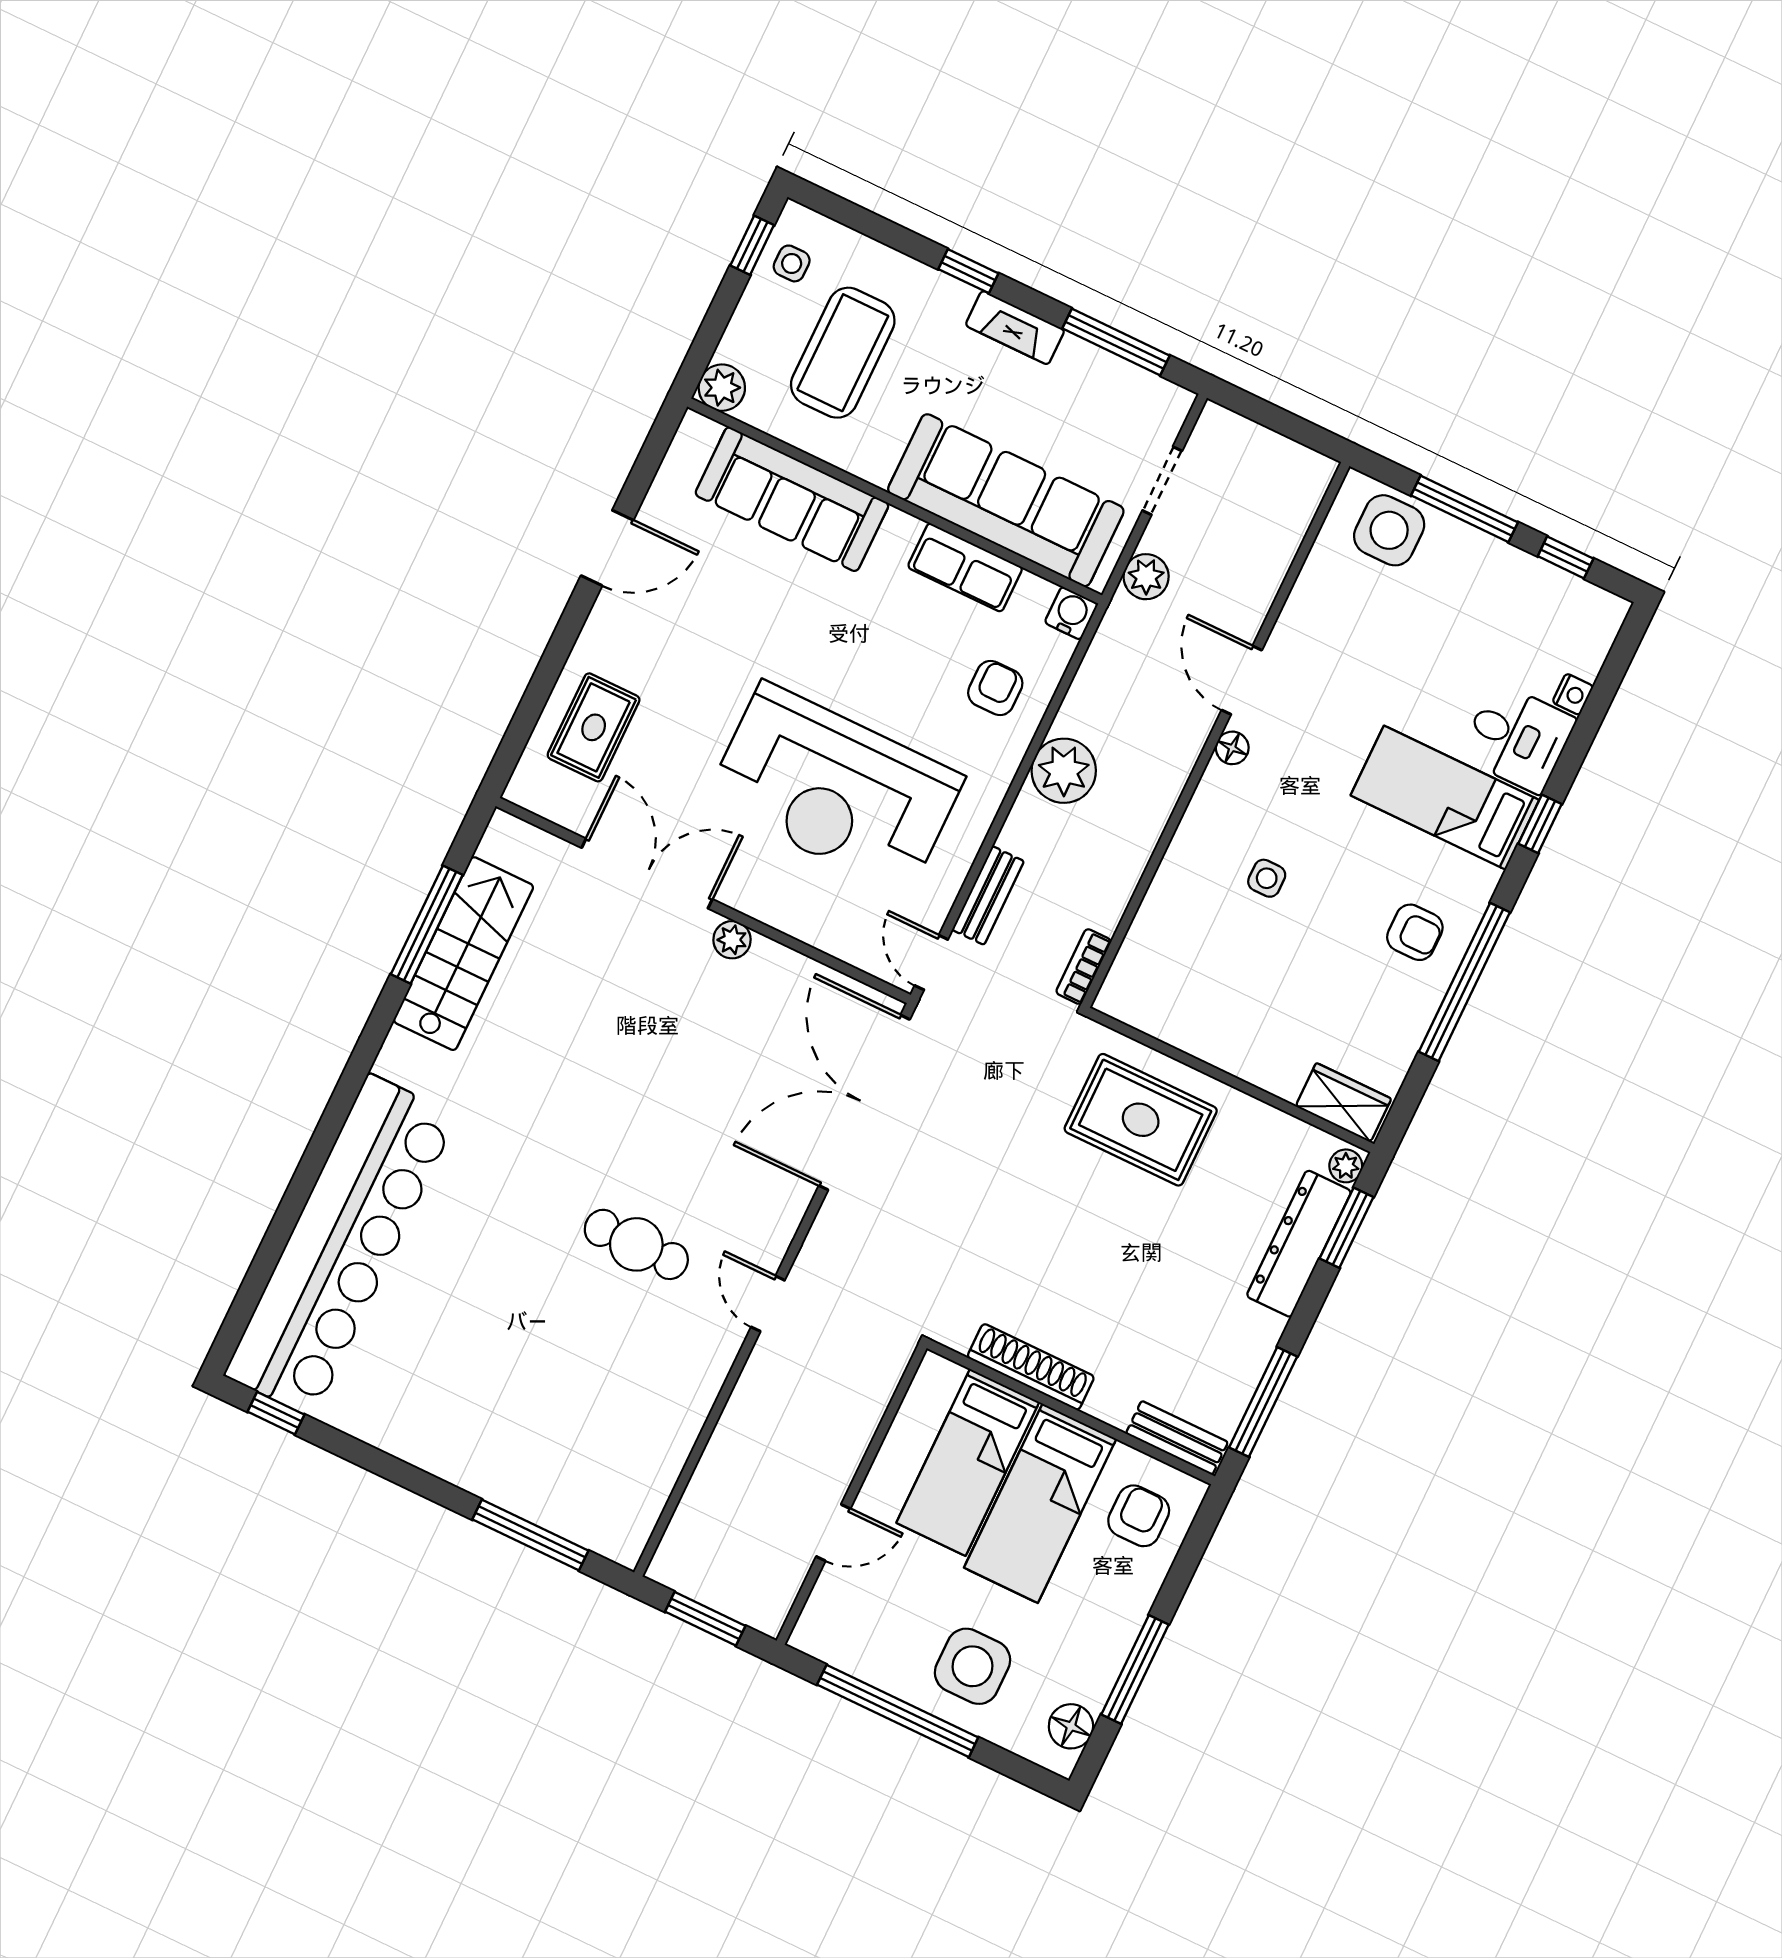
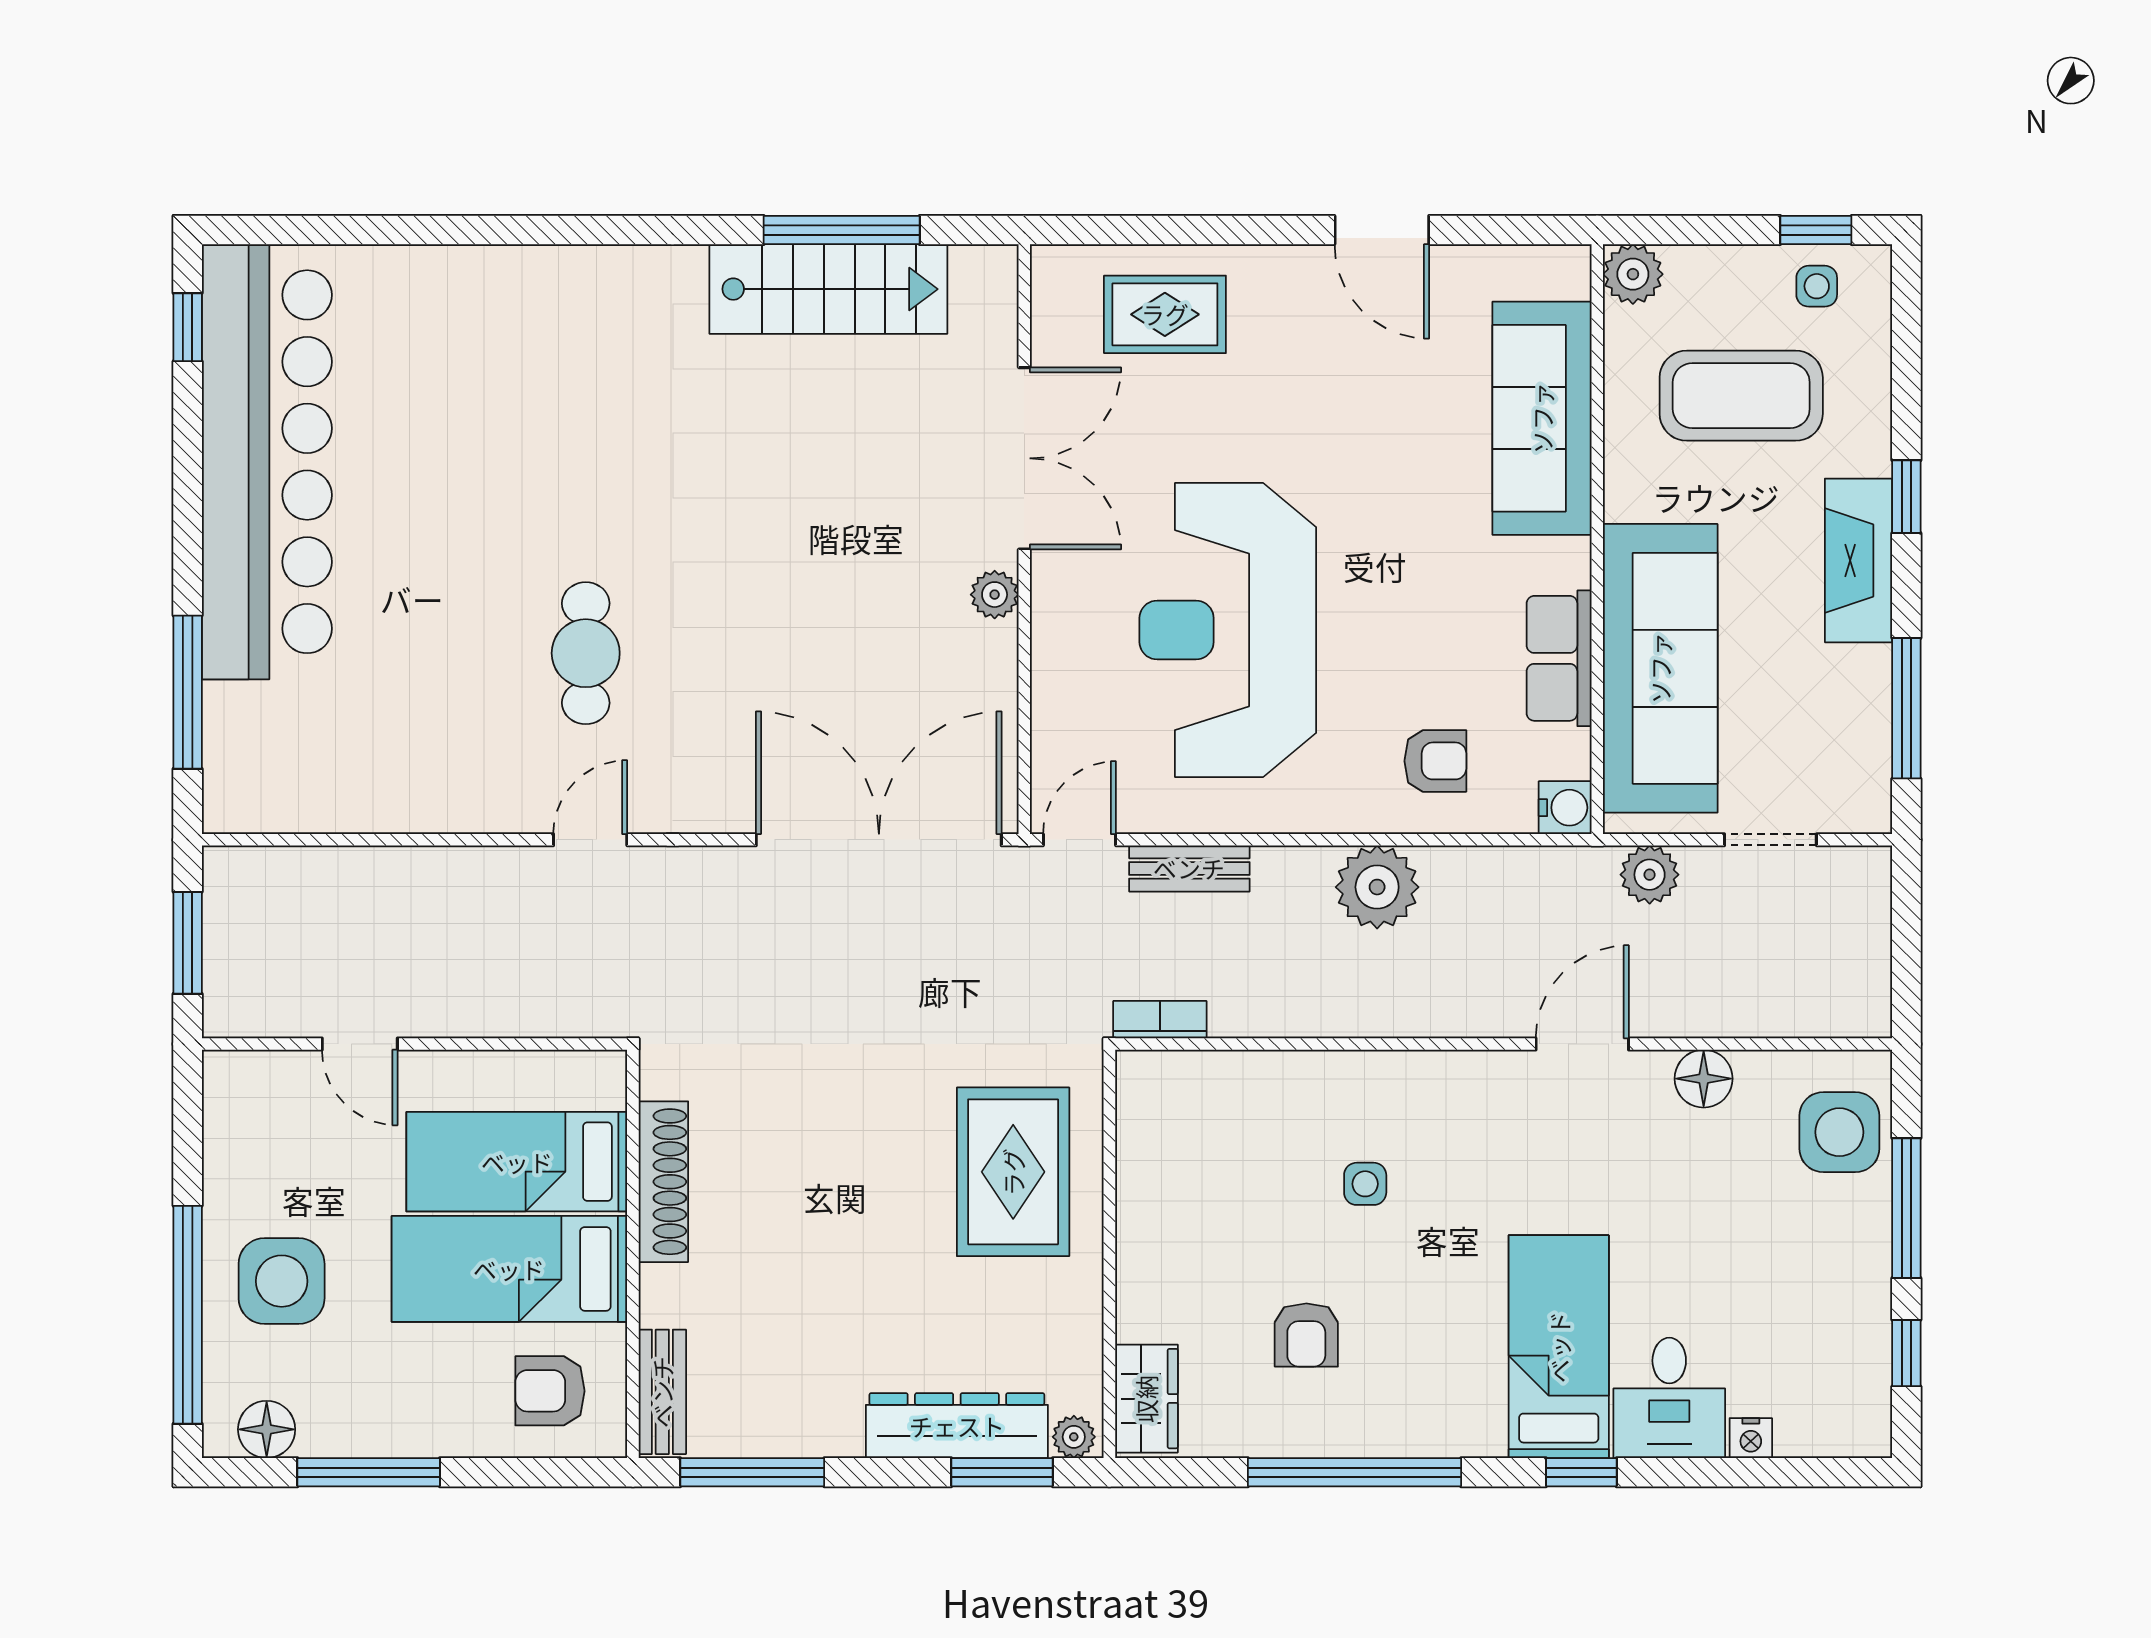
fireplace: (1015, 328) -> (1859, 560), width x1.37, depth x1.32
floor lamp: (1232, 748) -> (1704, 1079), moved, width x1.37, depth x1.37
armchair: (1415, 932) -> (1306, 1335), moved
bar counter: (341, 1246) -> (267, 462), moved, turned -90
armchair: (1139, 1516) -> (550, 1391), turned 180
window: (898, 1711) -> (188, 1315), moved

